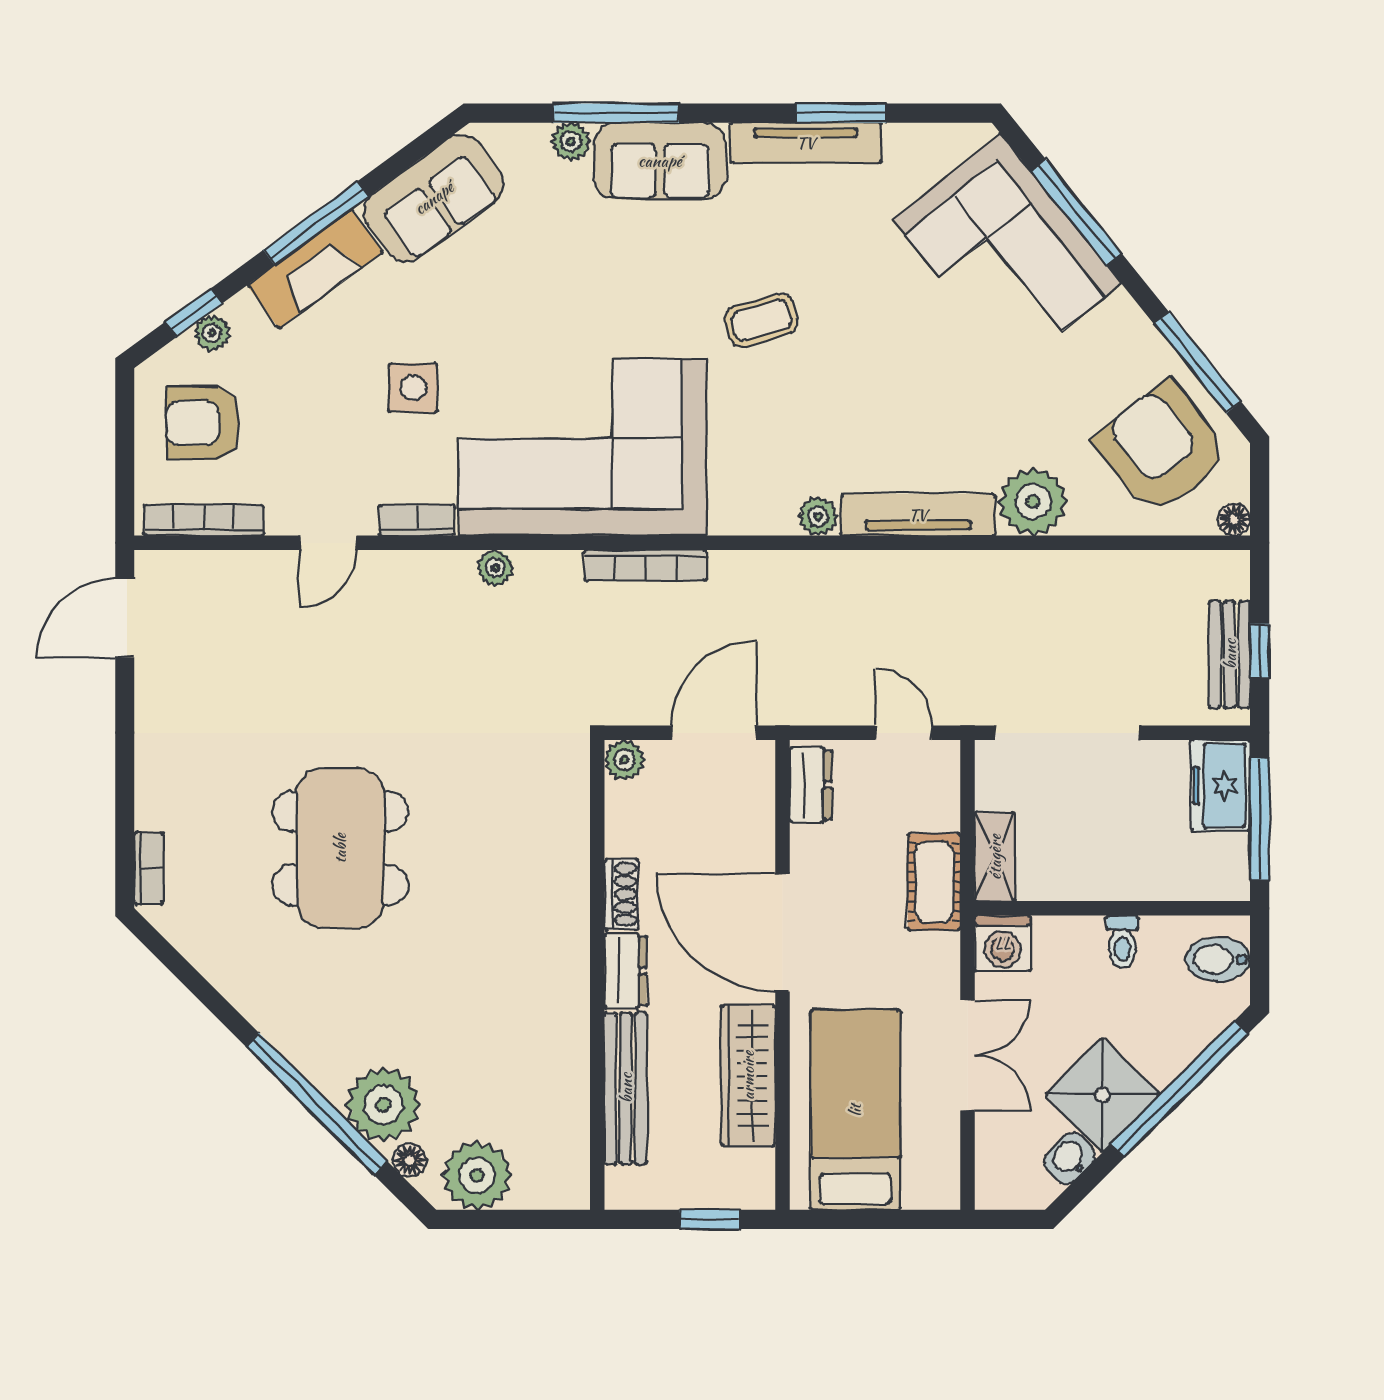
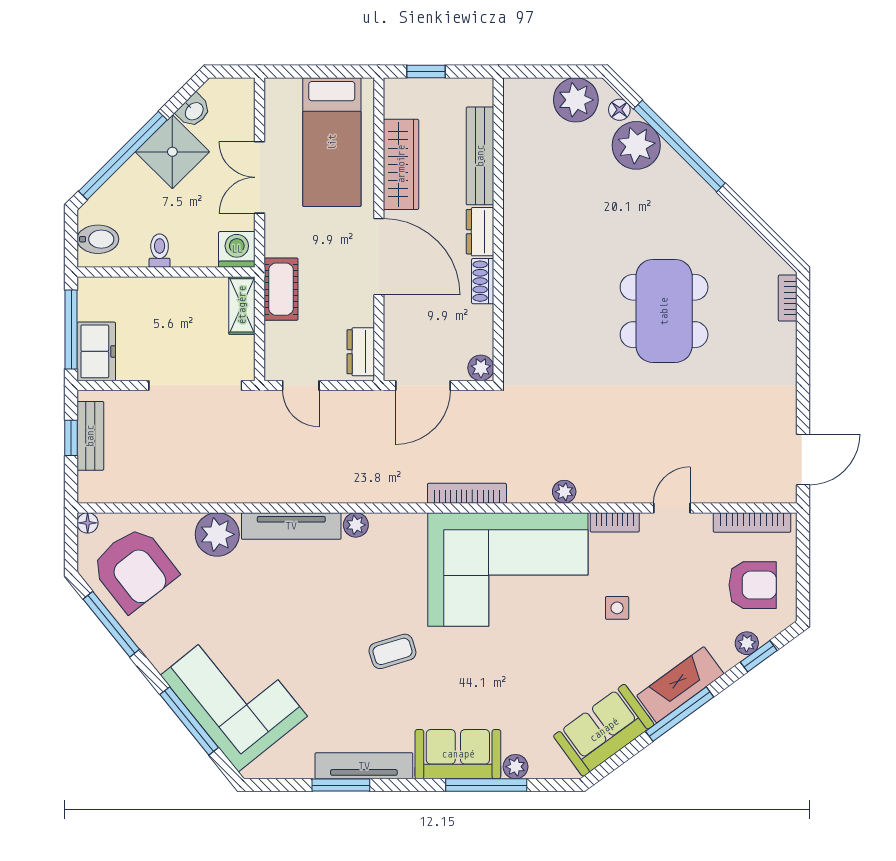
side table: (413, 388) -> (617, 608), width x0.73, depth x0.73

